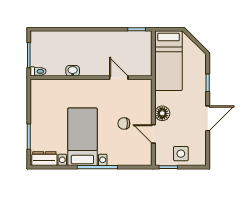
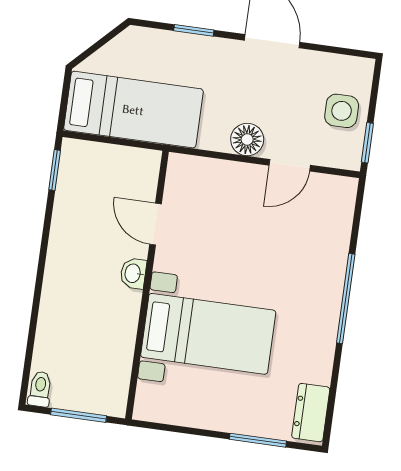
toilet: (38, 71) -> (40, 389), moved
washbasin: (73, 71) -> (133, 273), moved
door: (119, 78) -> (156, 224), hinge flipped
chair: (124, 123) -> (258, 227), removed
bed with nightstands: (82, 137) -> (208, 334), moved, turned 180

